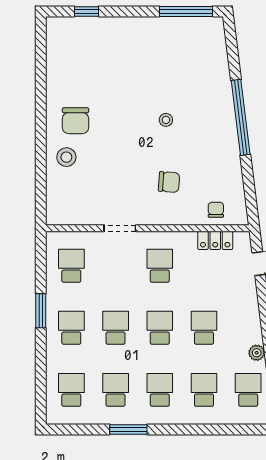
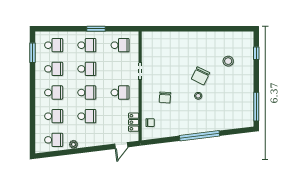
chair: (76, 121) -> (201, 76), moved, turned -64
stool: (66, 157) -> (228, 61), moved
window: (128, 429) -> (32, 53), moved

